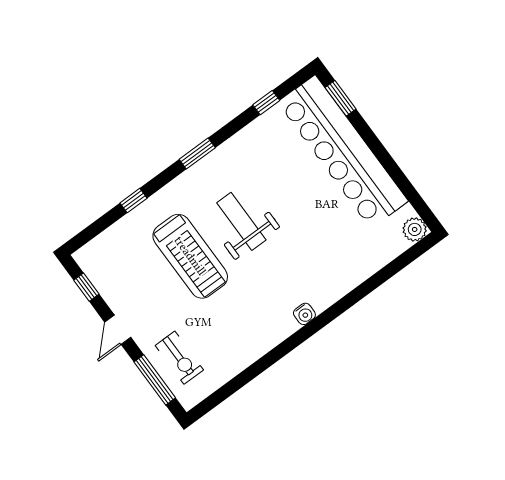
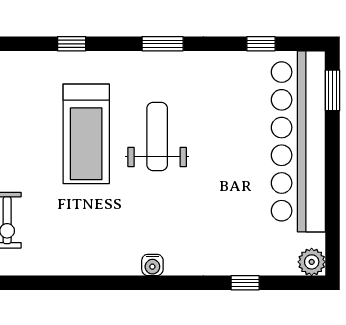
window: (379, 279) -> (245, 283), added

